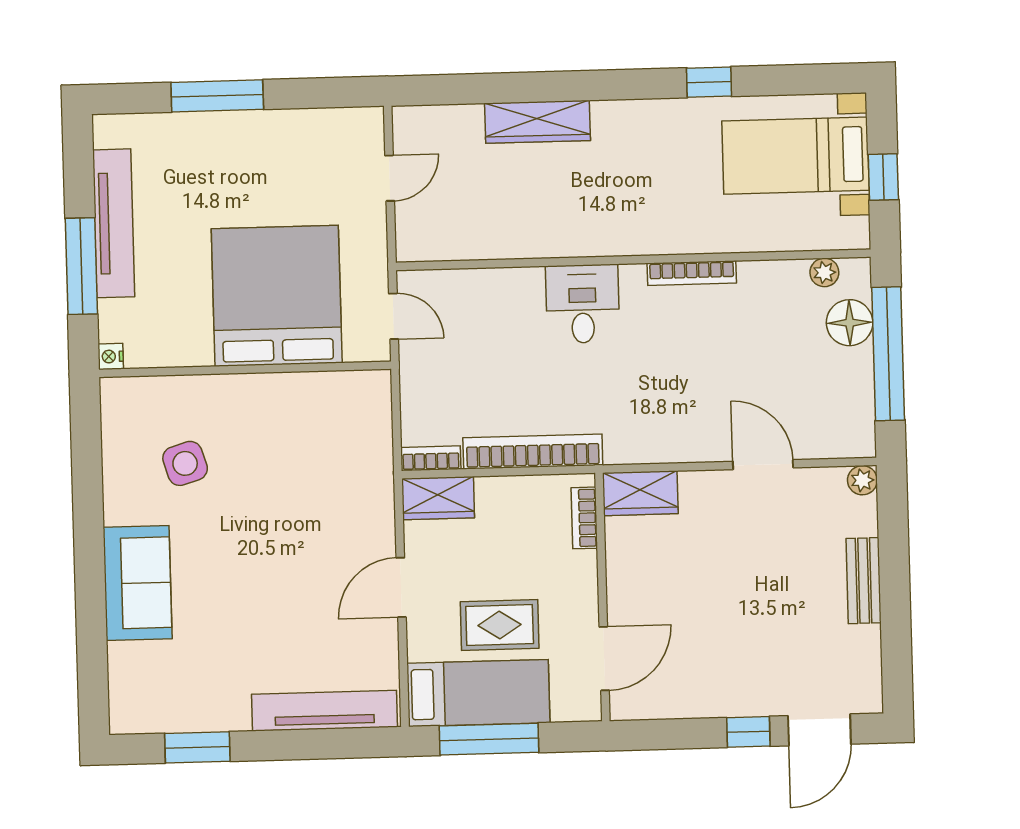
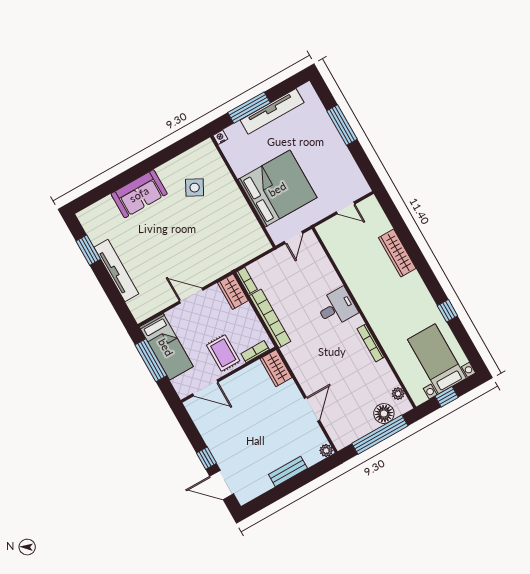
side table: (185, 463) -> (195, 188), turned 45
rug: (500, 625) -> (223, 353), moved
tv unit: (325, 711) -> (116, 271), moved

